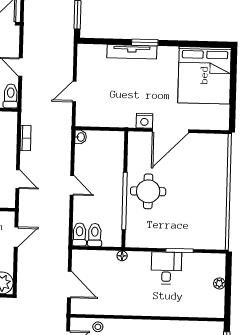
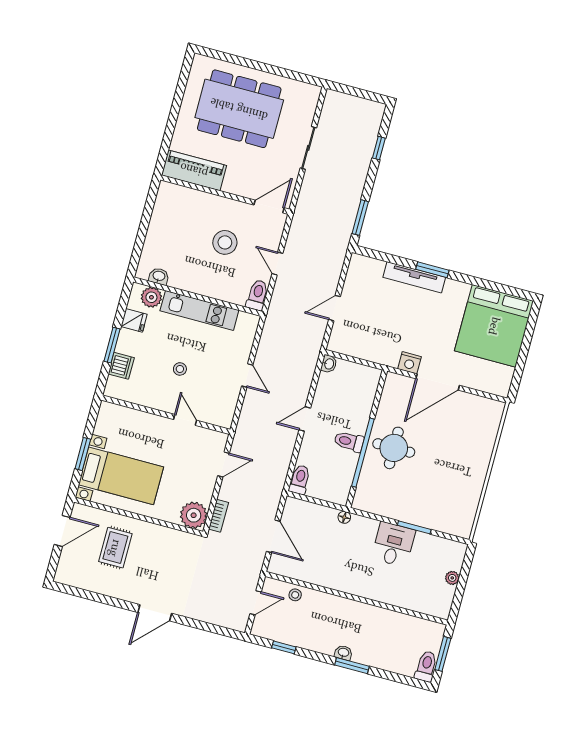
bookcase: (26, 138) -> (218, 516), moved
door: (18, 179) -> (247, 376), moved
door: (72, 185) -> (305, 419), swing flipped
toilet: (95, 235) -> (349, 441), moved, turned -90

